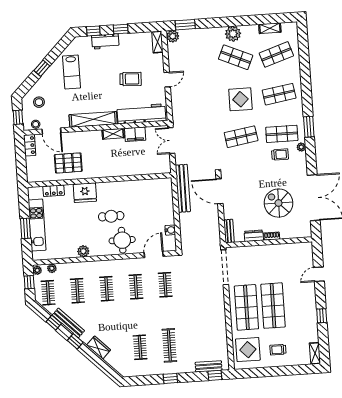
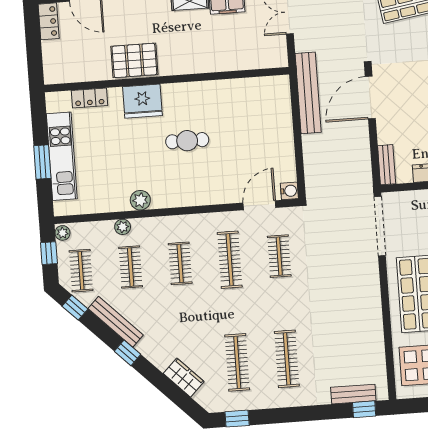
pallet: (68, 163) -> (134, 60), moved
door: (219, 191) -> (370, 98), hinge flipped
water cooler: (170, 230) -> (289, 191), moved
round table: (122, 240) -> (206, 181), removed
plant: (52, 268) -> (123, 227), moved
clothes rail: (136, 287) -> (230, 260), width x1.36
window: (54, 323) -> (75, 308), moved
clothes rail: (140, 347) -> (237, 362), width x1.36
wardrobe: (99, 348) -> (184, 378), moved
window: (170, 378) -> (237, 419), moved

